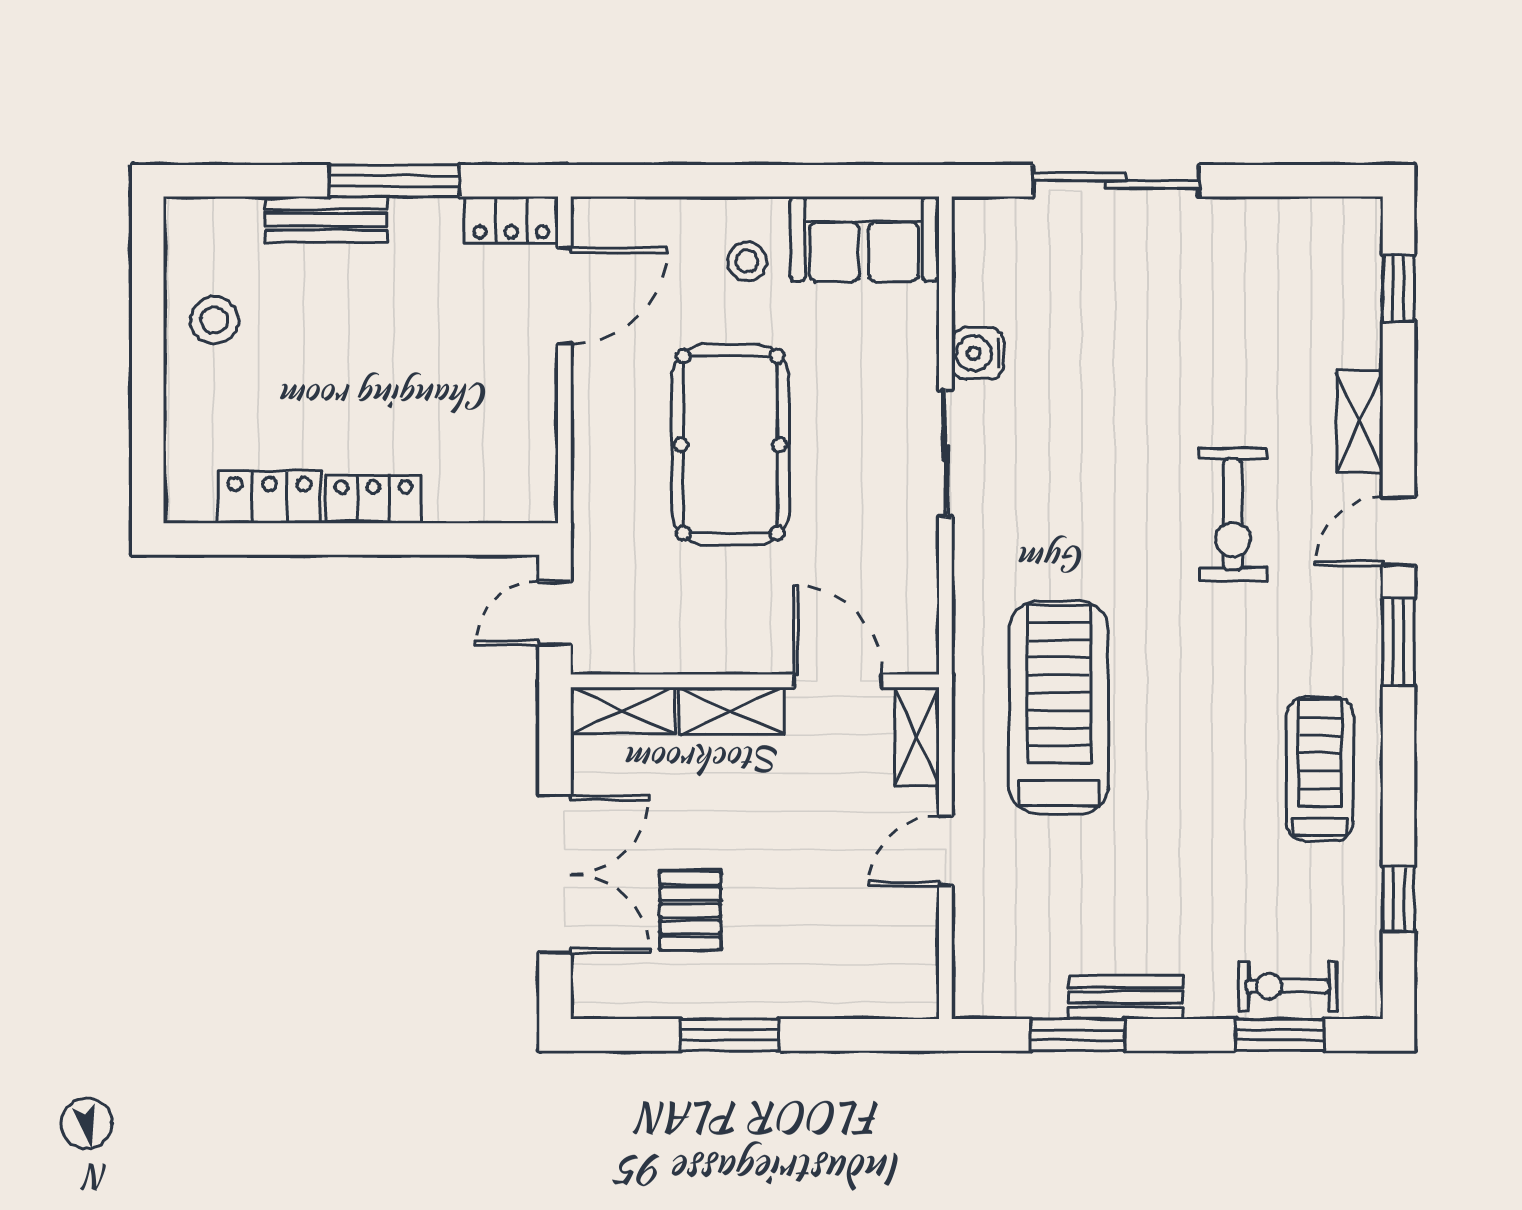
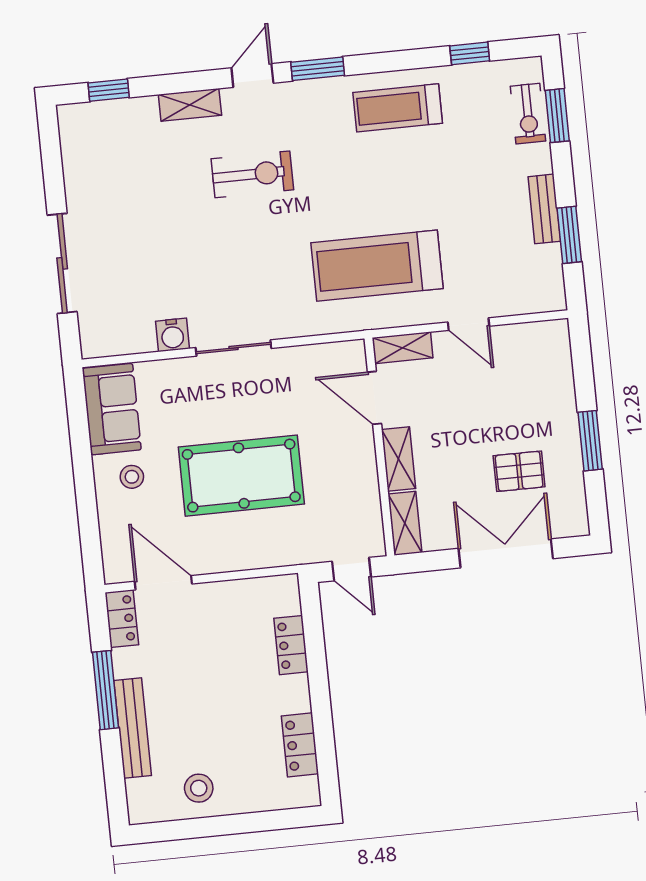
bench: (326, 220) -> (133, 728), width x1.36
locker: (373, 499) -> (291, 645), moved
door: (1399, 531) -> (252, 75), swing flipped
door: (838, 681) -> (374, 398), hinge flipped

